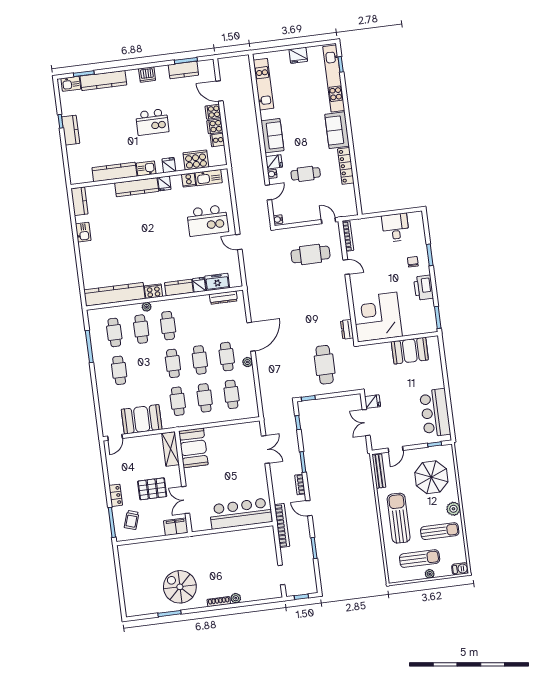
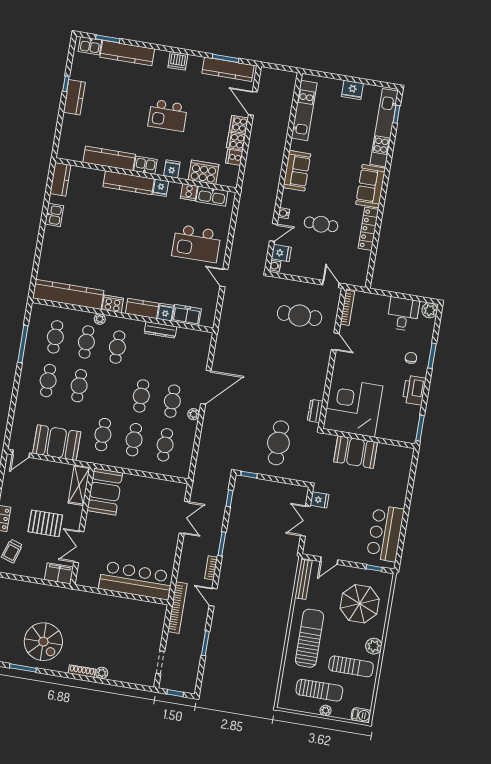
kitchen counter: (183, 70) -> (228, 69), width x1.50
fridge: (274, 162) -> (281, 253), moved
plant: (417, 218) -> (430, 310), added
dresser: (223, 298) -> (160, 330), moved
booth: (410, 351) -> (356, 452), moved
cafe table: (173, 363) -> (79, 386), moved
spiral stairs: (180, 587) -> (43, 642), turned 180

